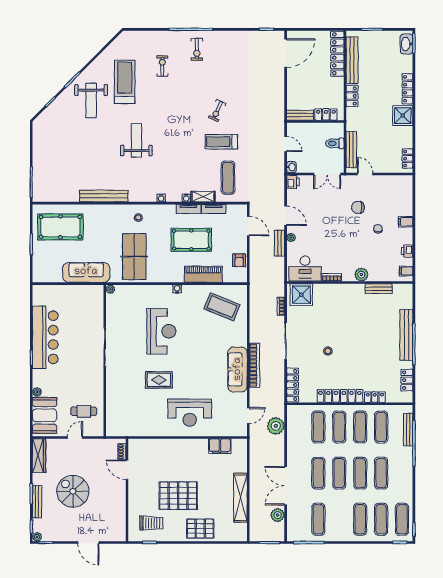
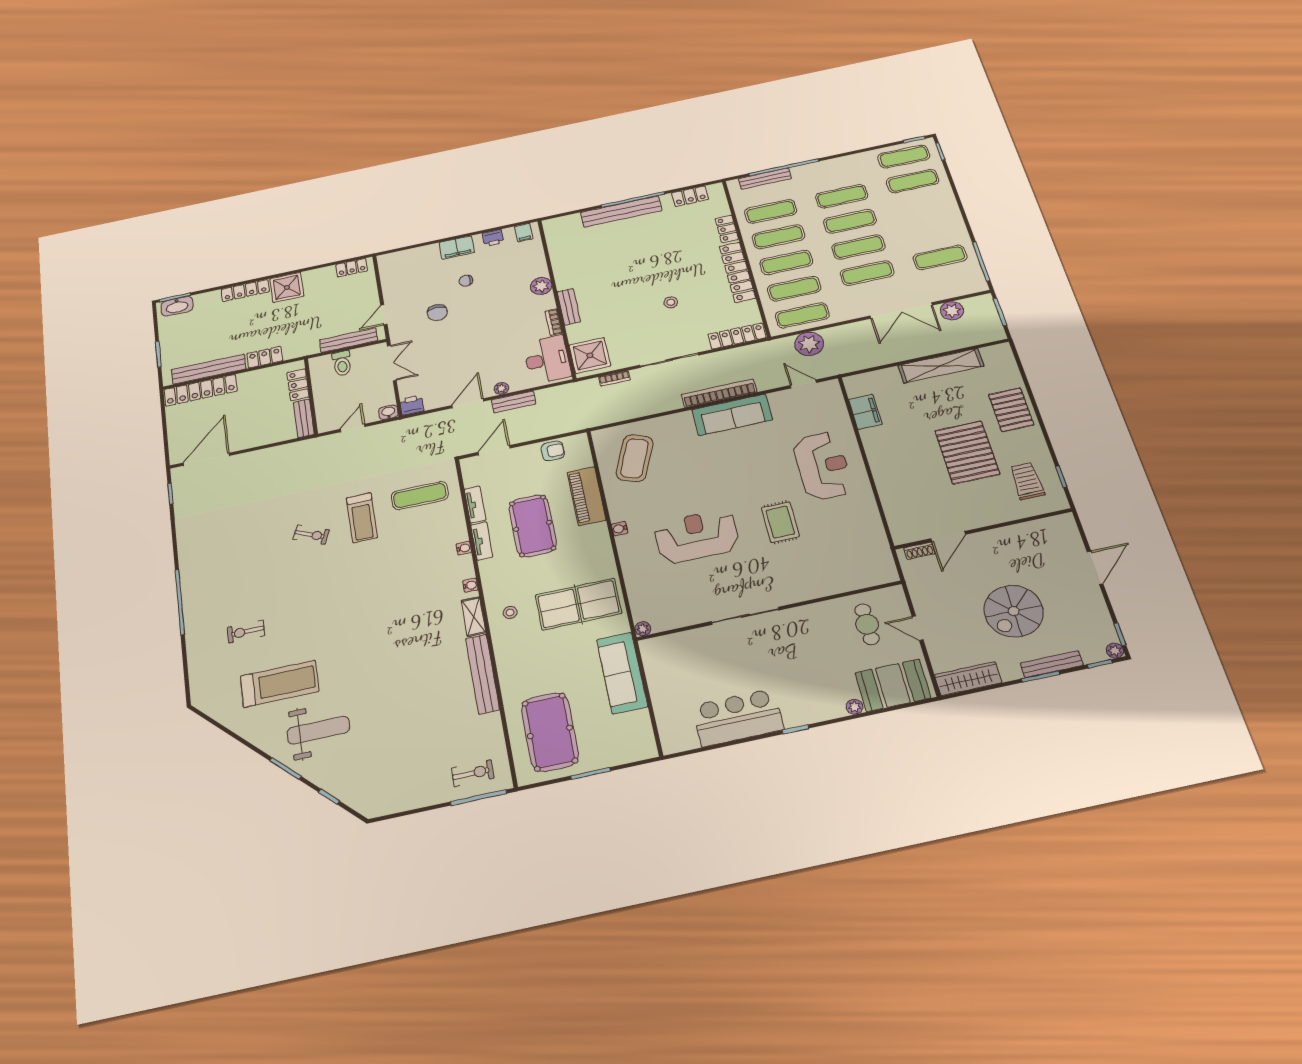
exercise bike: (197, 49) -> (473, 773), moved
door: (286, 53) -> (206, 459), hinge flipped
treadmill: (125, 82) -> (279, 684), turned 180
weight bench: (136, 140) -> (378, 644), removed
shelving: (203, 197) -> (474, 617), moved
filing cabinet: (406, 222) -> (457, 247), width x2.00
bench: (379, 289) -> (569, 307), moved
bar counter: (45, 337) -> (738, 717), width x0.73
exercise mat: (360, 519) -> (802, 315), moved

